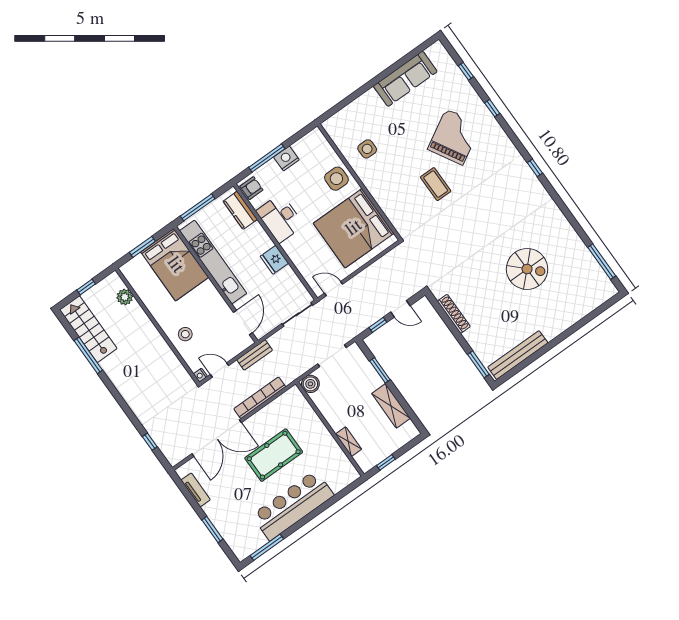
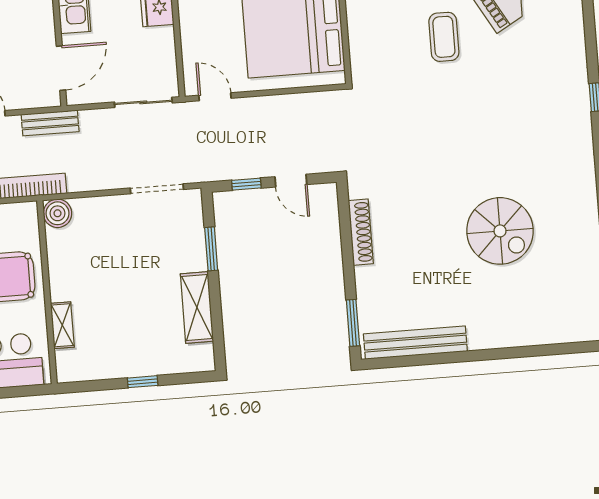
boiler: (310, 384) -> (58, 213), moved
wall: (330, 429) -> (47, 292), moved
shelving: (348, 442) -> (62, 325), moved

